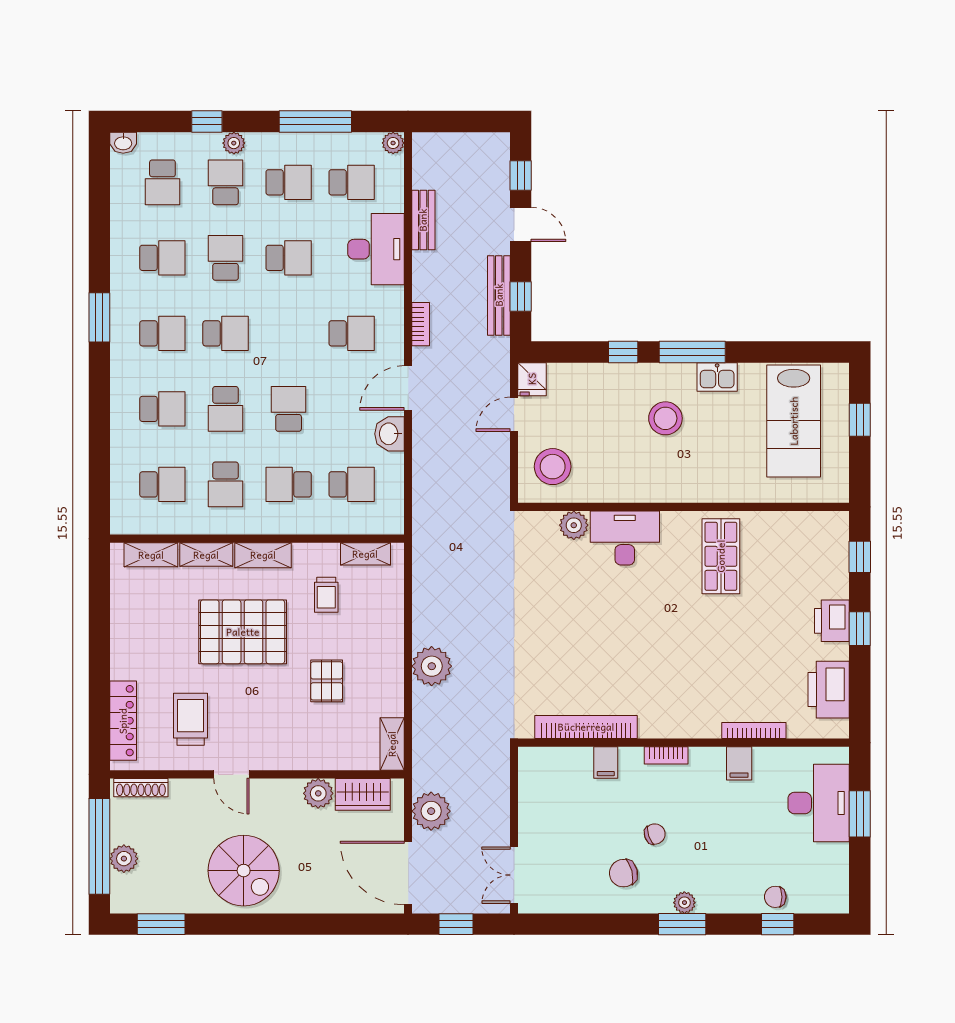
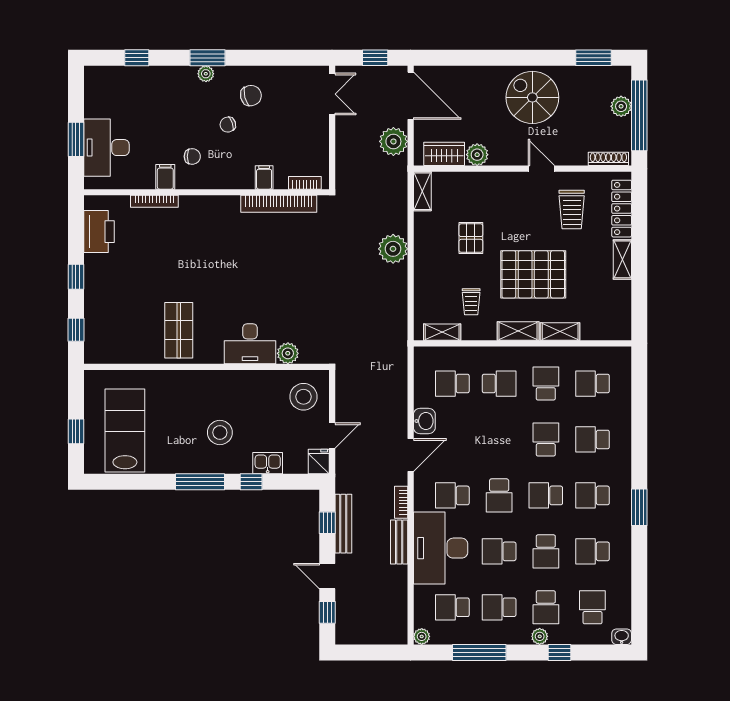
bench: (423, 220) -> (399, 542), moved
desk: (376, 249) -> (441, 548), width x1.36, depth x1.30
kitchen sink: (717, 377) -> (268, 463), moved
school desk: (289, 409) -> (499, 495), moved
shelving: (151, 555) -> (622, 259), moved, turned 90
trolley: (326, 595) -> (471, 302), turned 180
printer: (832, 621) -> (97, 282), removed
bookcase: (666, 755) -> (305, 183), moved
chair: (775, 897) -> (192, 156), moved

